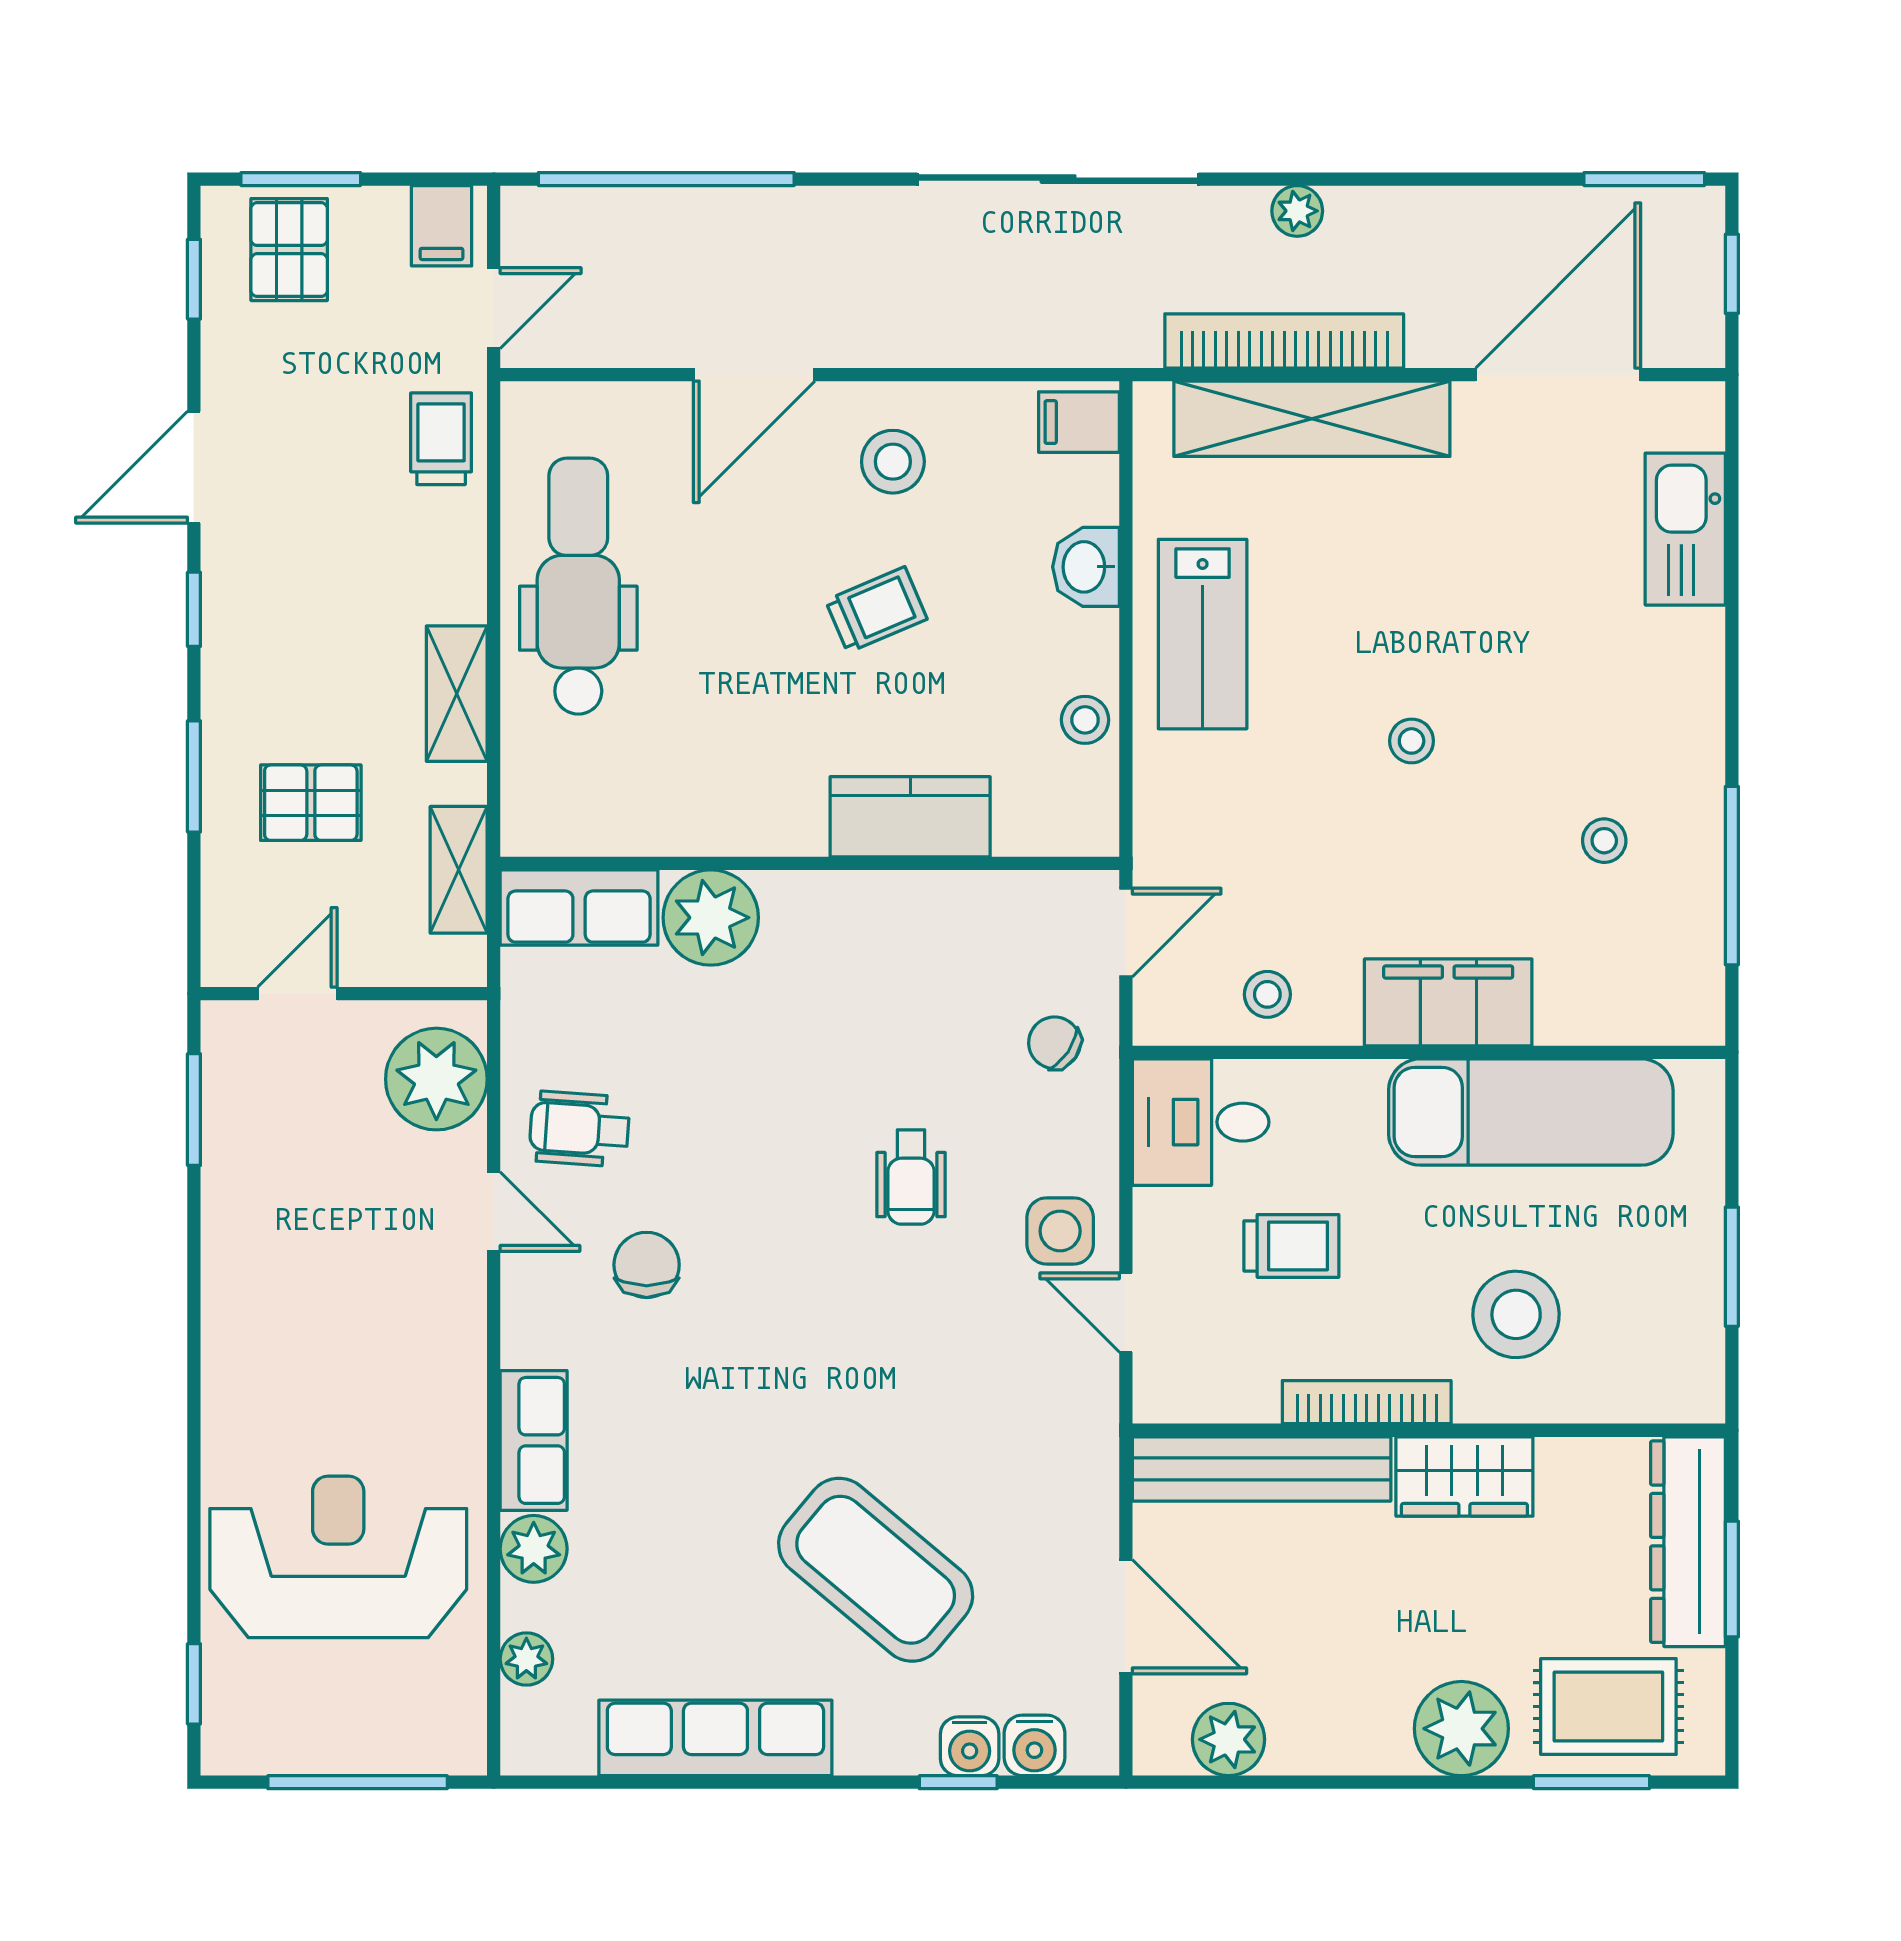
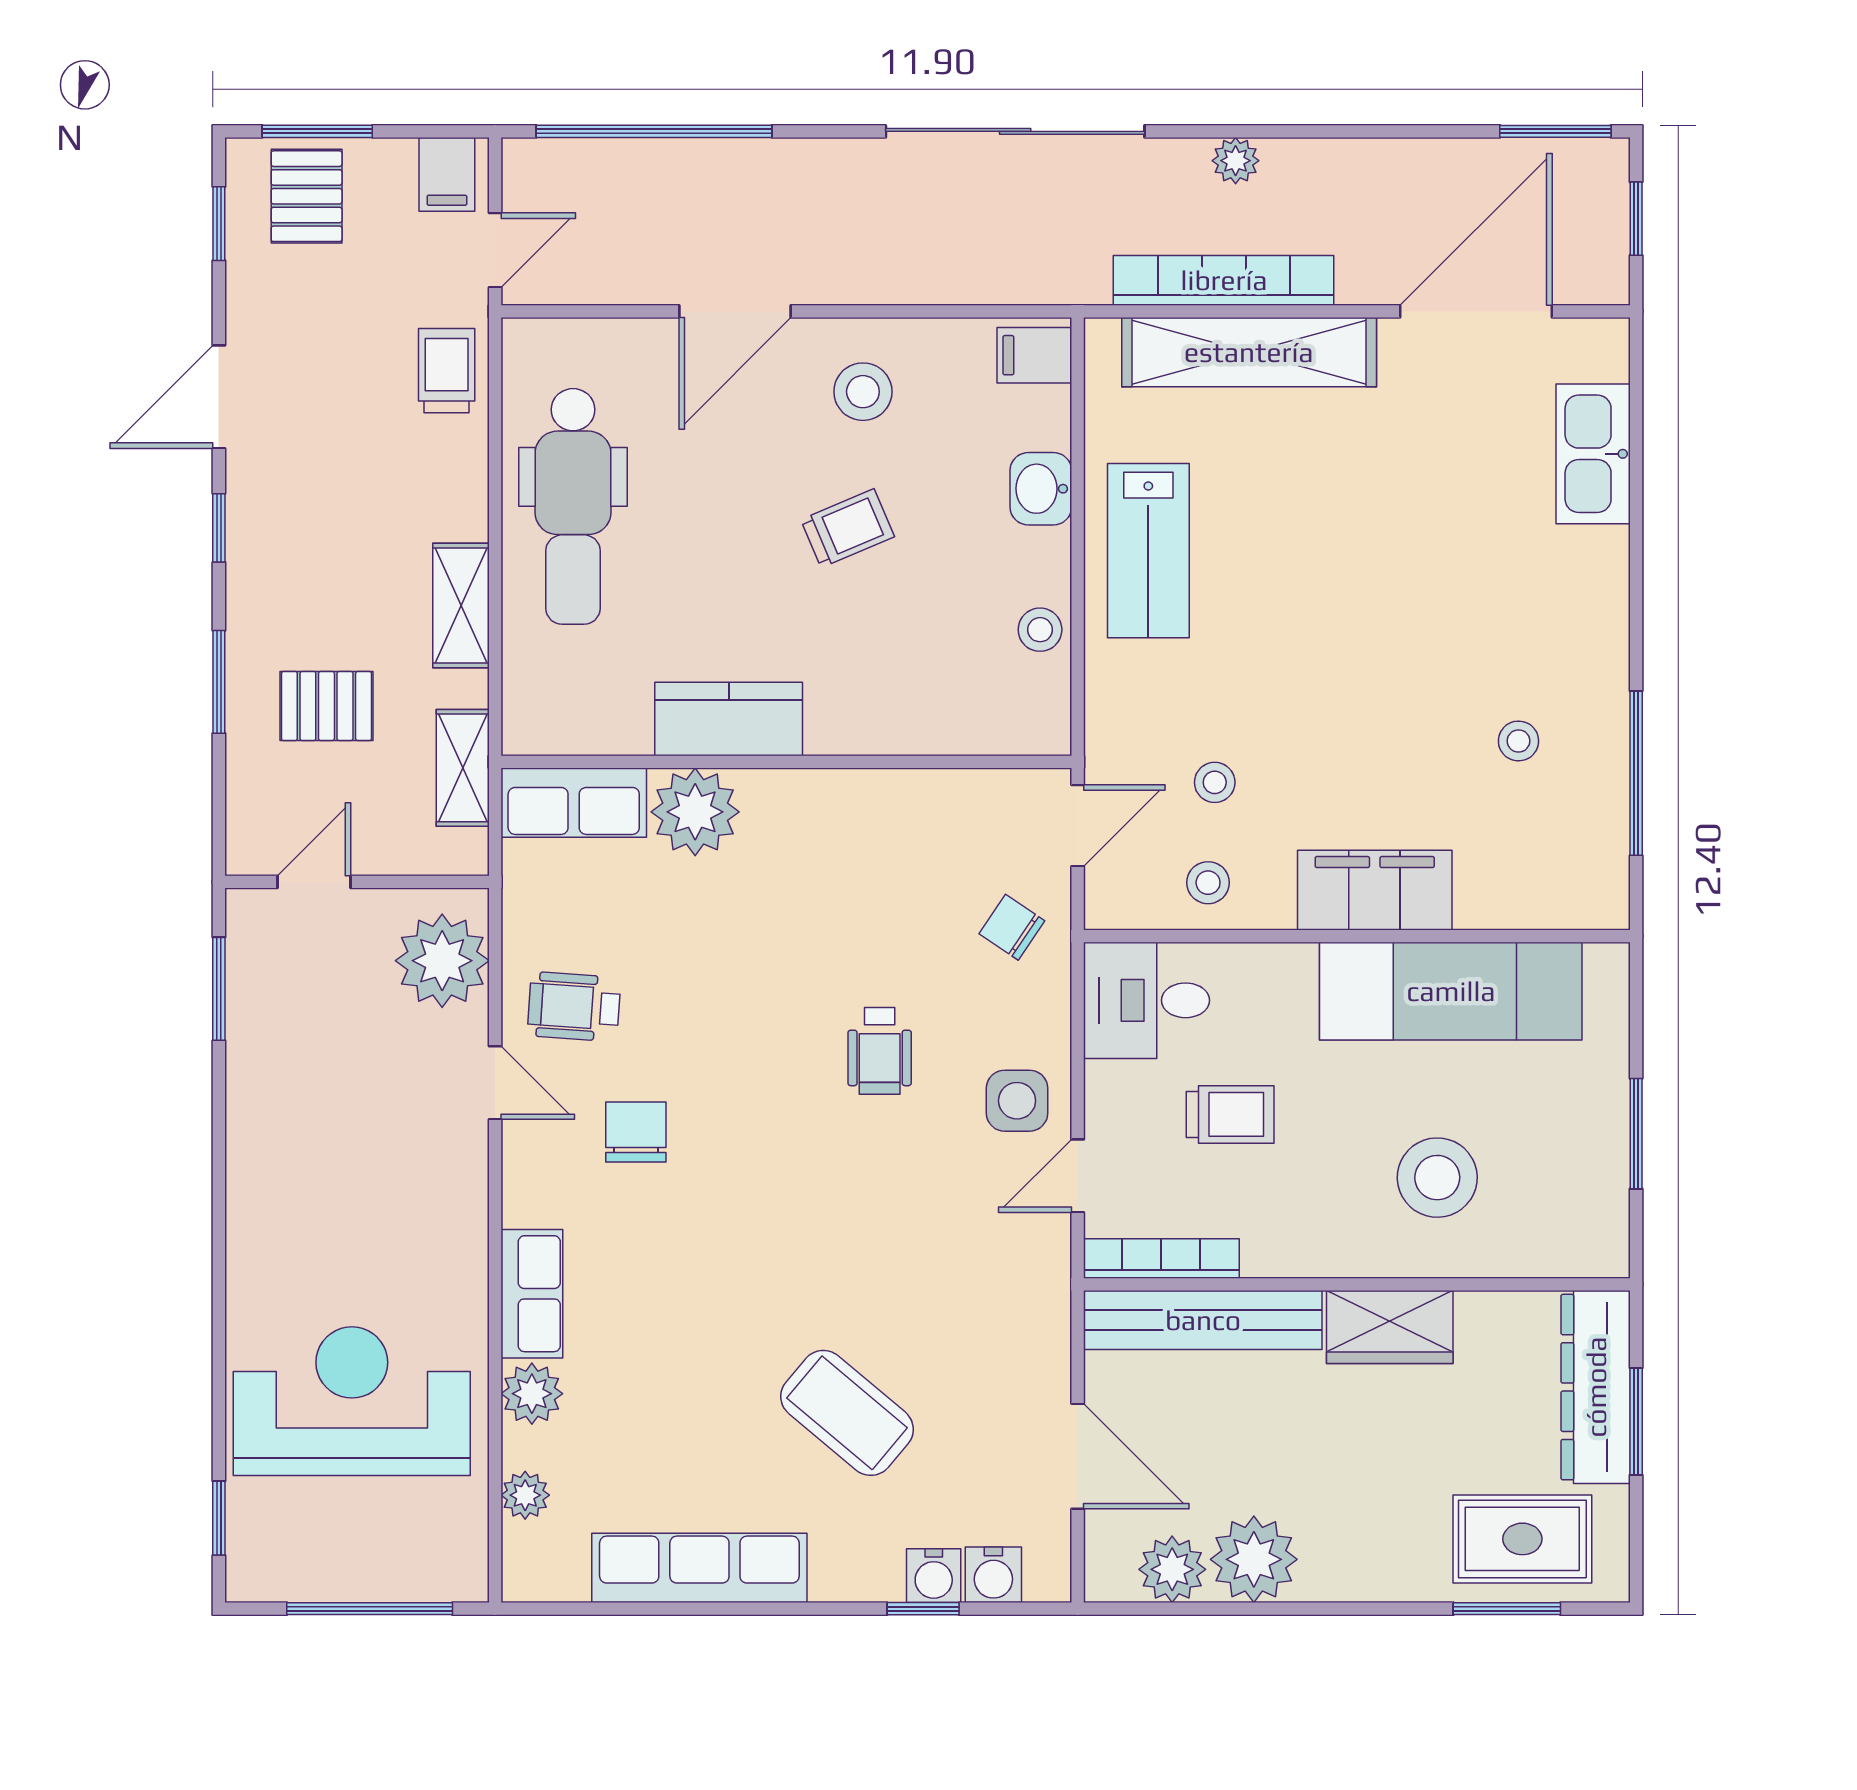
dental chair: (578, 586) -> (573, 506), turned 180
stool: (1412, 741) -> (1215, 782), moved
kitchen counter: (910, 817) -> (729, 719), moved
door: (1126, 1313) -> (1078, 1176), hinge flipped
bookcase: (1367, 1402) -> (1161, 1258), moved
coffee table: (876, 1570) -> (847, 1413), width x0.73, depth x0.76
plant: (1461, 1729) -> (1254, 1559), moved

